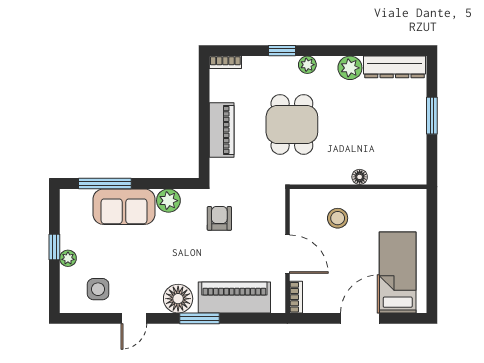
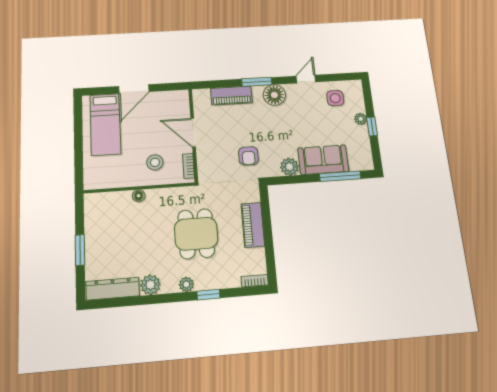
bookcase: (296, 297) -> (189, 166), moved
piano: (234, 298) -> (231, 96), width x0.73, depth x0.75

